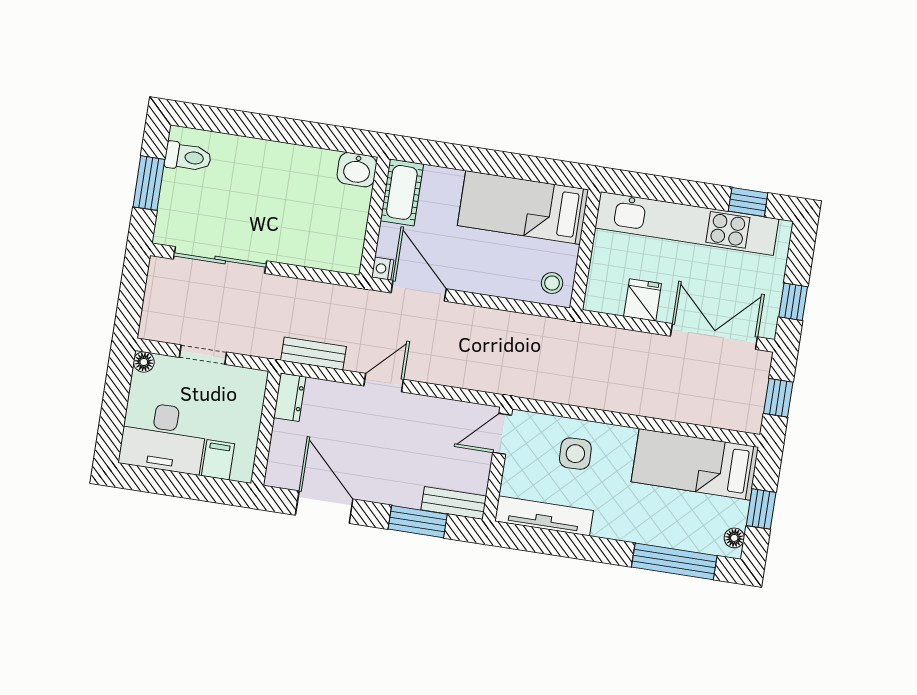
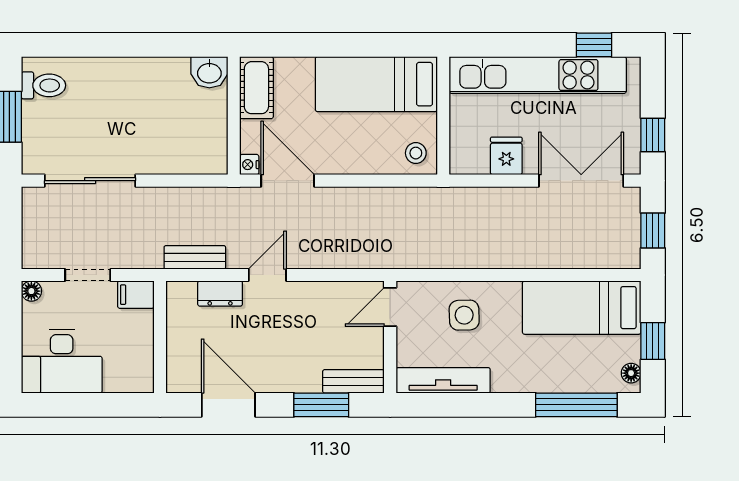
dresser: (290, 397) -> (220, 294), moved, turned 90
filing cabinet: (218, 460) -> (136, 295), moved, turned -90

